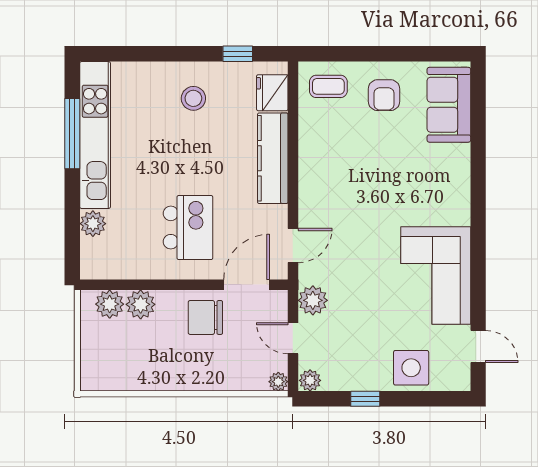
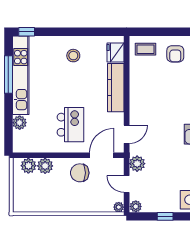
window: (238, 54) -> (27, 32), moved

